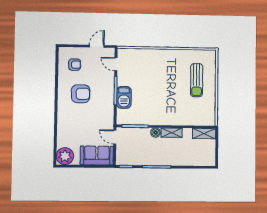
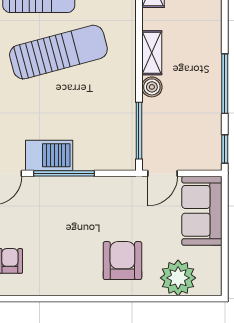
sun lounger: (172, 89) -> (58, 52), added
armchair: (81, 94) -> (122, 261), moved
barbecue: (124, 97) -> (49, 155), moved
plant: (65, 156) -> (178, 278), moved

